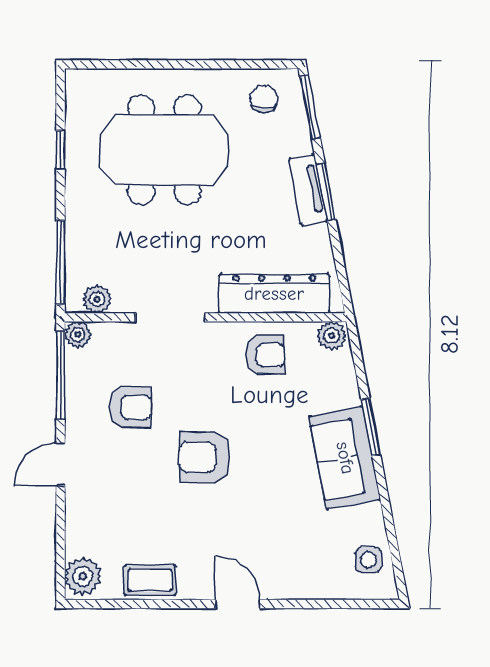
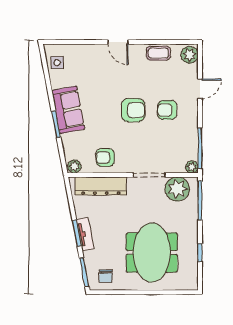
meeting table: (164, 150) -> (152, 253), turned 90
plant: (97, 299) -> (177, 189), width x1.87, depth x1.87
armchair: (130, 407) -> (167, 110), moved
door: (60, 464) -> (200, 89), moved

